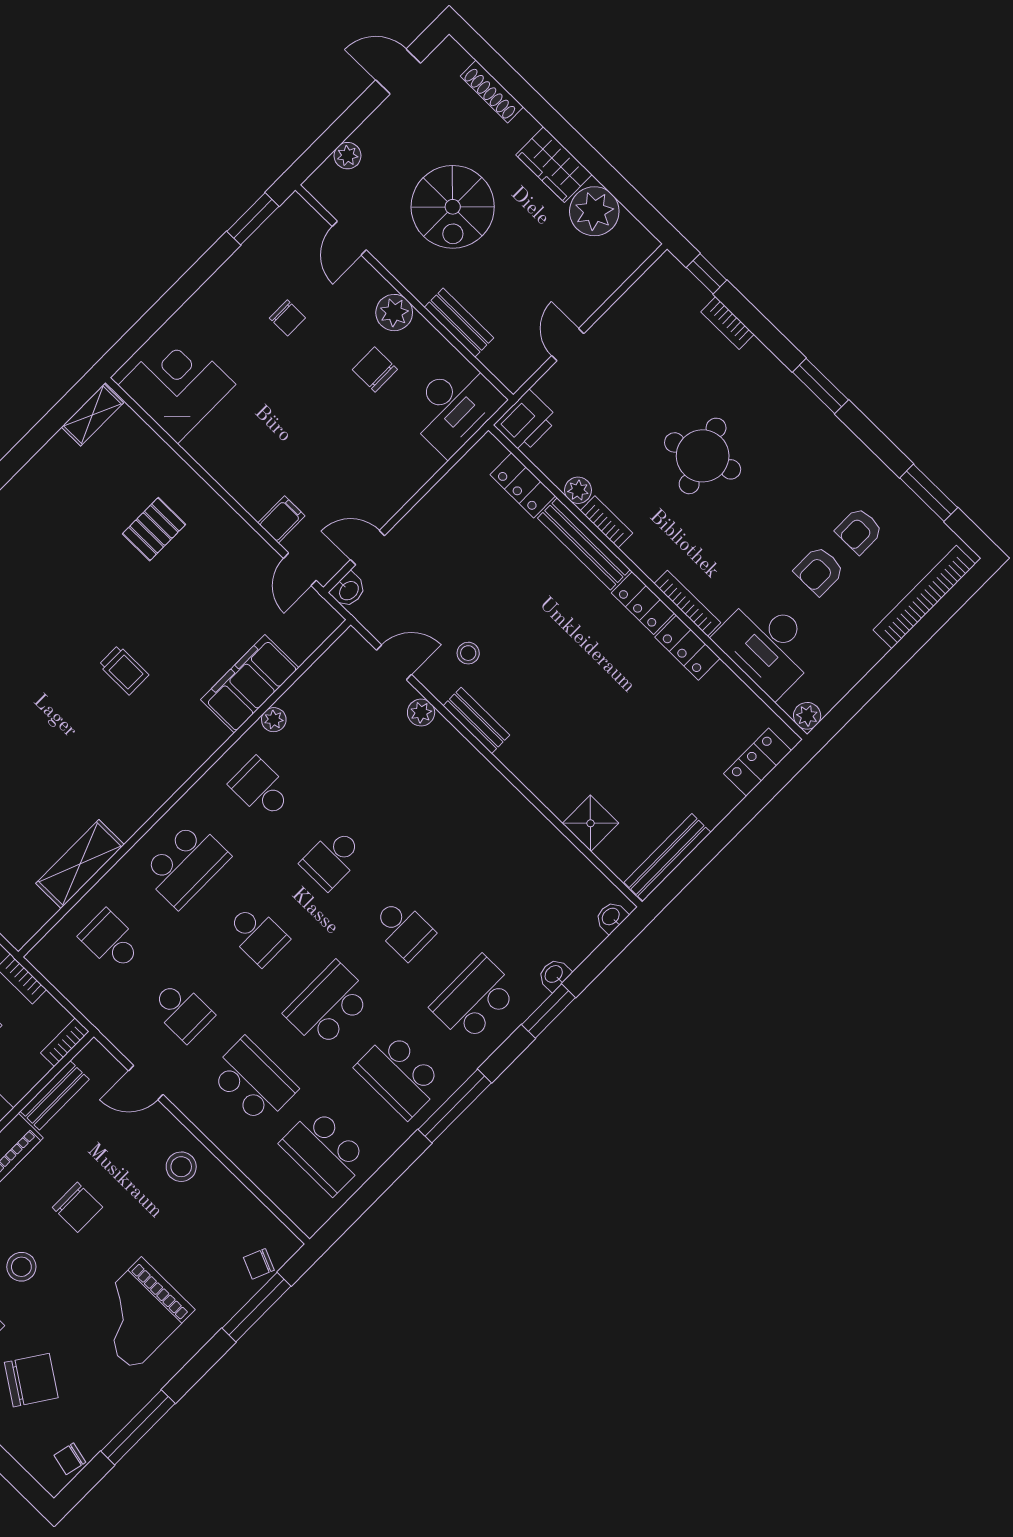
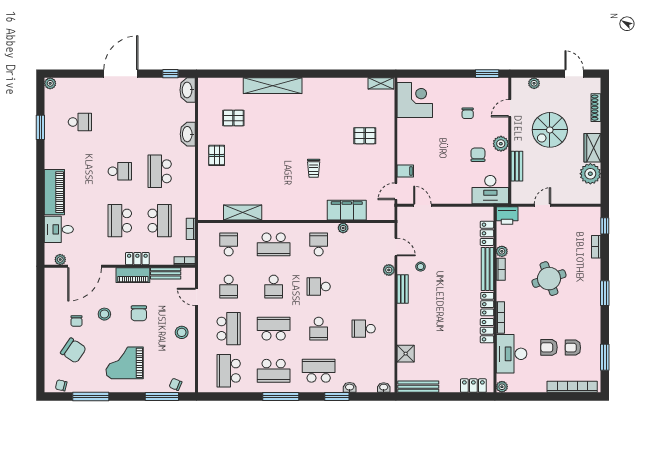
washbasin: (348, 590) -> (404, 212), removed
school desk: (478, 853) -> (364, 329), added
school desk: (399, 1075) -> (274, 371), turned -90

